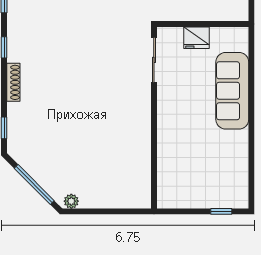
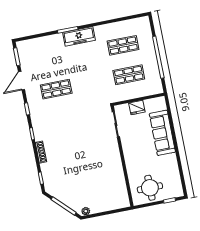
round table: (192, 182) -> (150, 188), added

